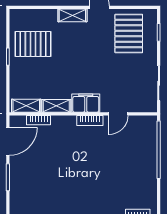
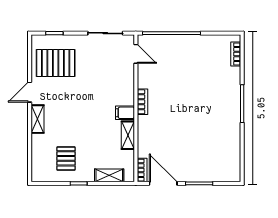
pallet: (33, 44) -> (66, 158), width x0.67, depth x0.71
filing cabinet: (86, 103) -> (125, 113), width x0.50
shelving: (26, 106) -> (109, 175), moved, turned 90
door: (118, 114) -> (136, 54), moved
bookcase: (39, 120) -> (142, 170), moved

